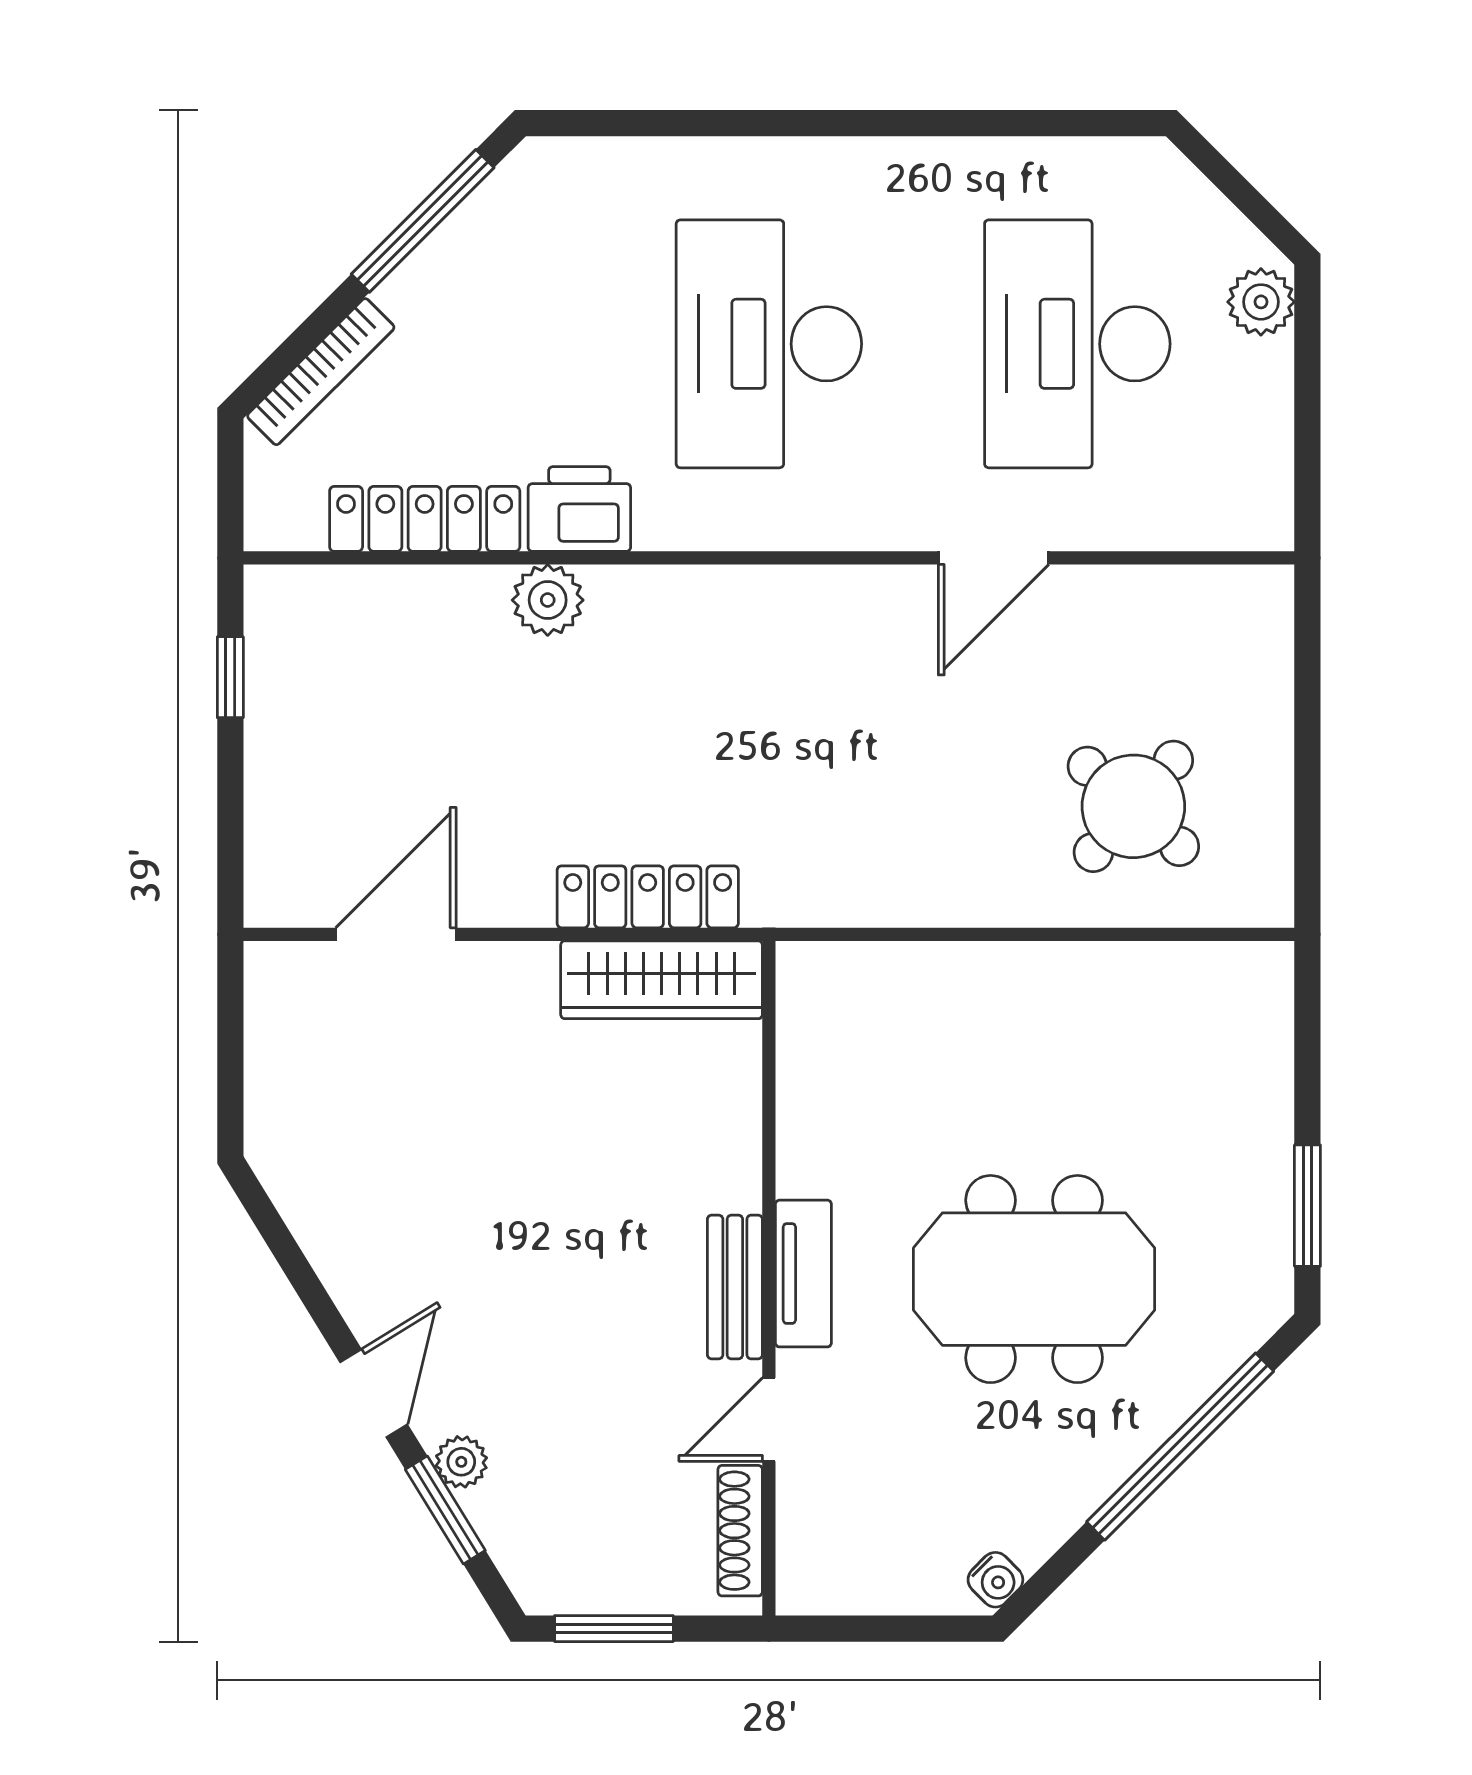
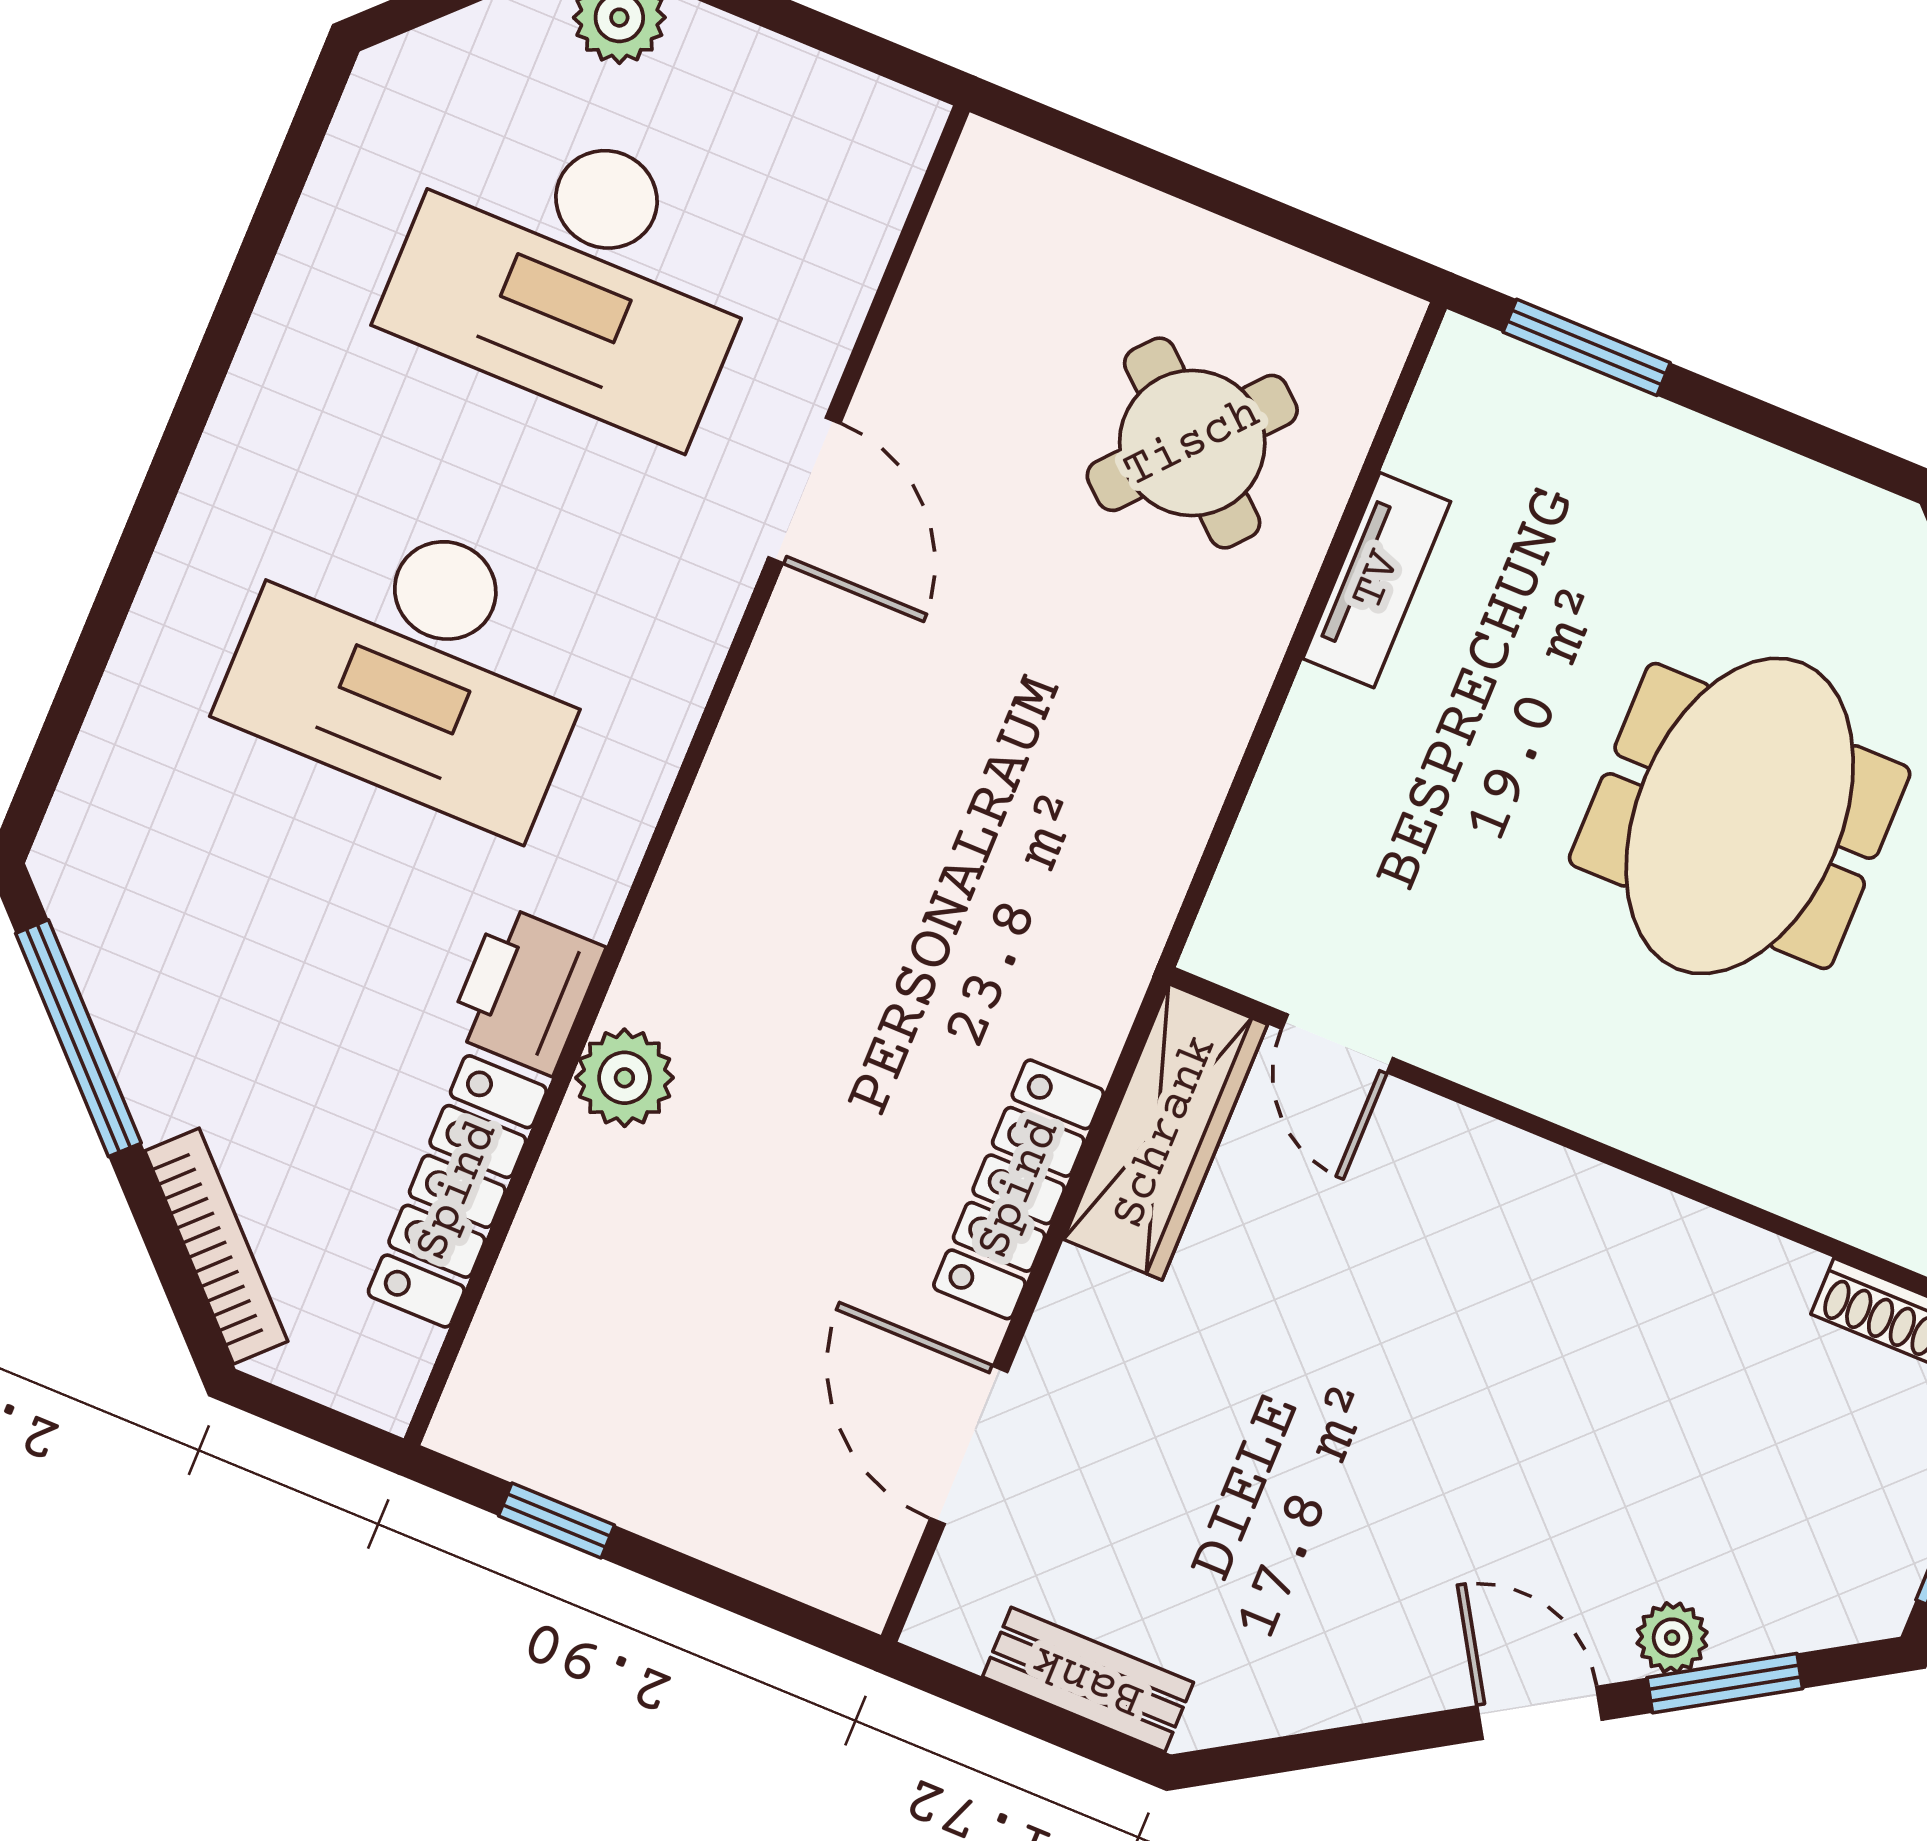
locker: (648, 897) -> (1019, 1189), moved
window: (1307, 1206) -> (1587, 347), moved
tv unit: (803, 1274) -> (1377, 580), moved, turned 90
bench: (735, 1287) -> (1088, 1680), moved
door: (769, 1420) -> (1337, 1044), moved

